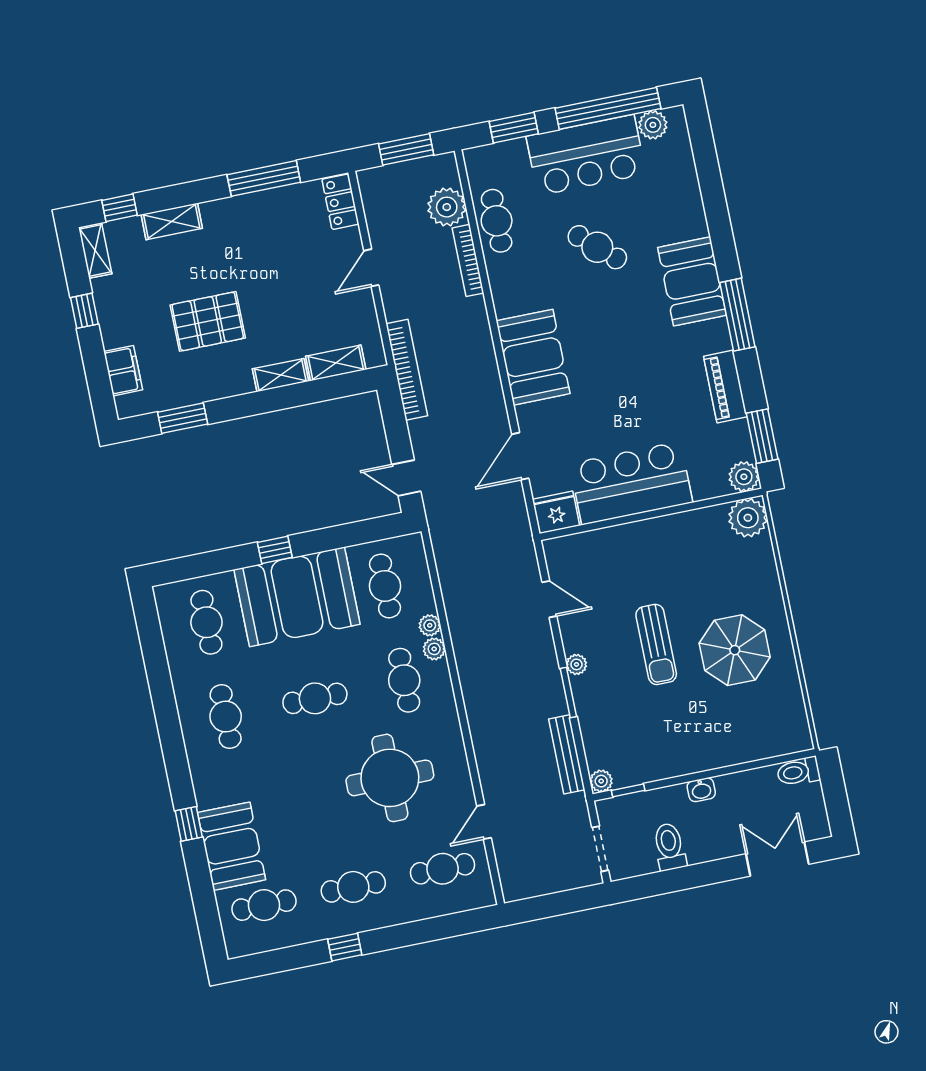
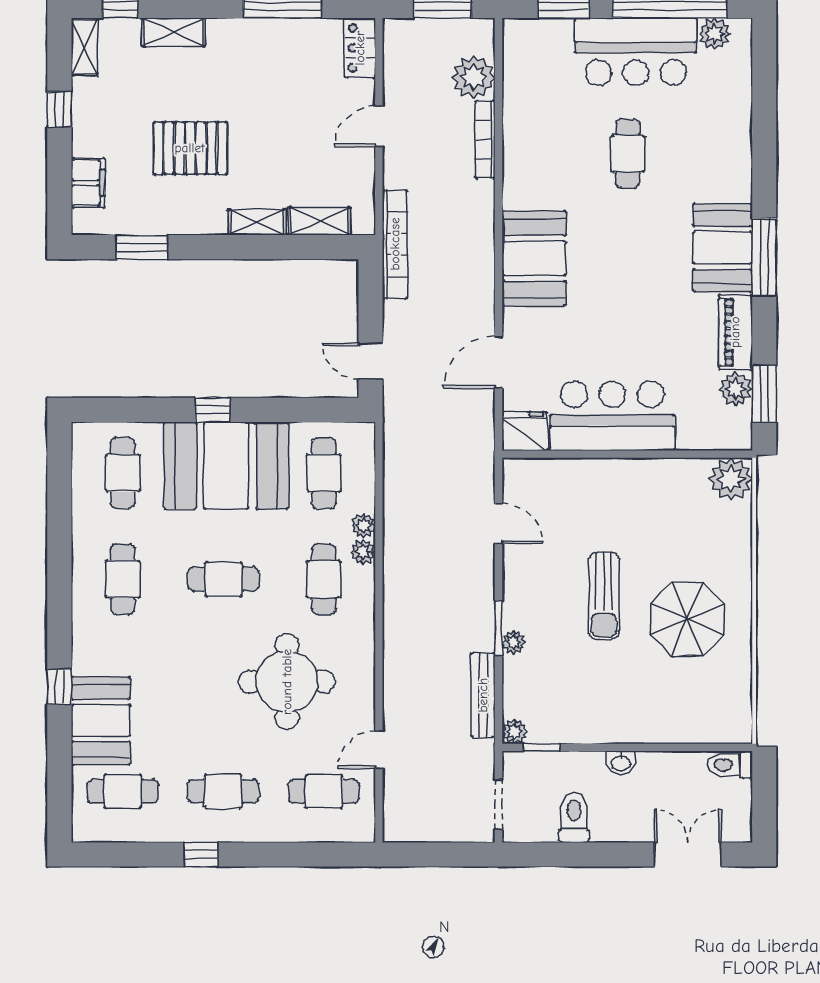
cafe table: (497, 221) -> (525, 103), removed
cafe table: (597, 247) -> (628, 154), turned 48
booth: (692, 281) -> (723, 248), moved
plant: (744, 477) -> (736, 389), moved
plant: (577, 664) -> (513, 642), moved

